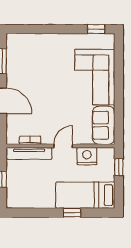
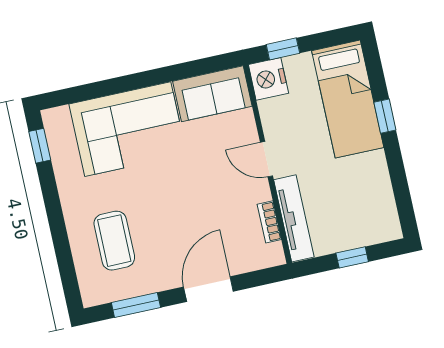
coffee table: (38, 57) -> (114, 241), added
nightstand: (87, 156) -> (268, 79), moved

